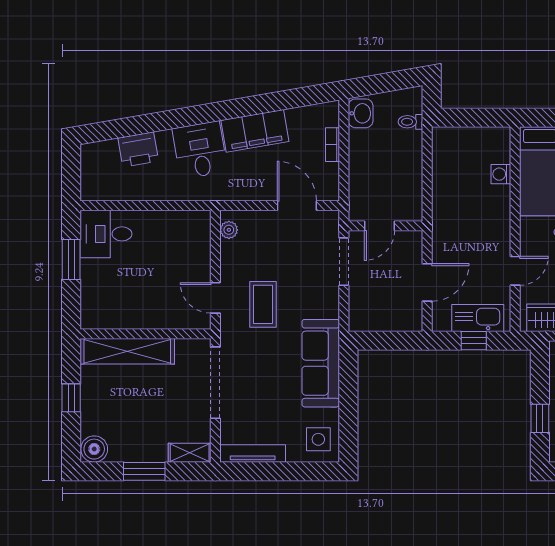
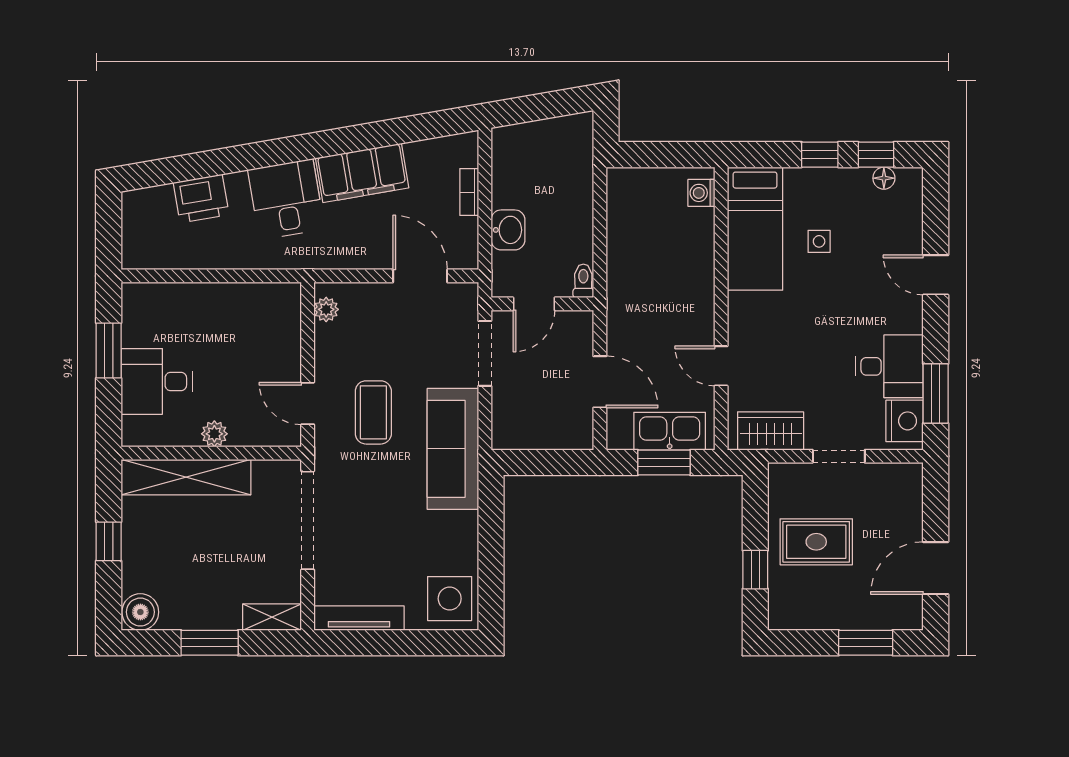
washbasin: (361, 113) -> (508, 230), moved
toilet: (410, 122) -> (583, 281), moved, turned 90
washing machine: (501, 174) -> (701, 193), moved
desk: (106, 234) -> (157, 382), moved
door: (515, 271) -> (721, 366), swing flipped
door: (427, 282) -> (600, 382), hinge flipped
plant: (148, 320) -> (214, 434), added
window: (474, 341) -> (664, 462), width x1.50
sofa: (321, 363) -> (453, 449), moved
side table: (318, 439) -> (450, 599), width x1.37, depth x1.37

